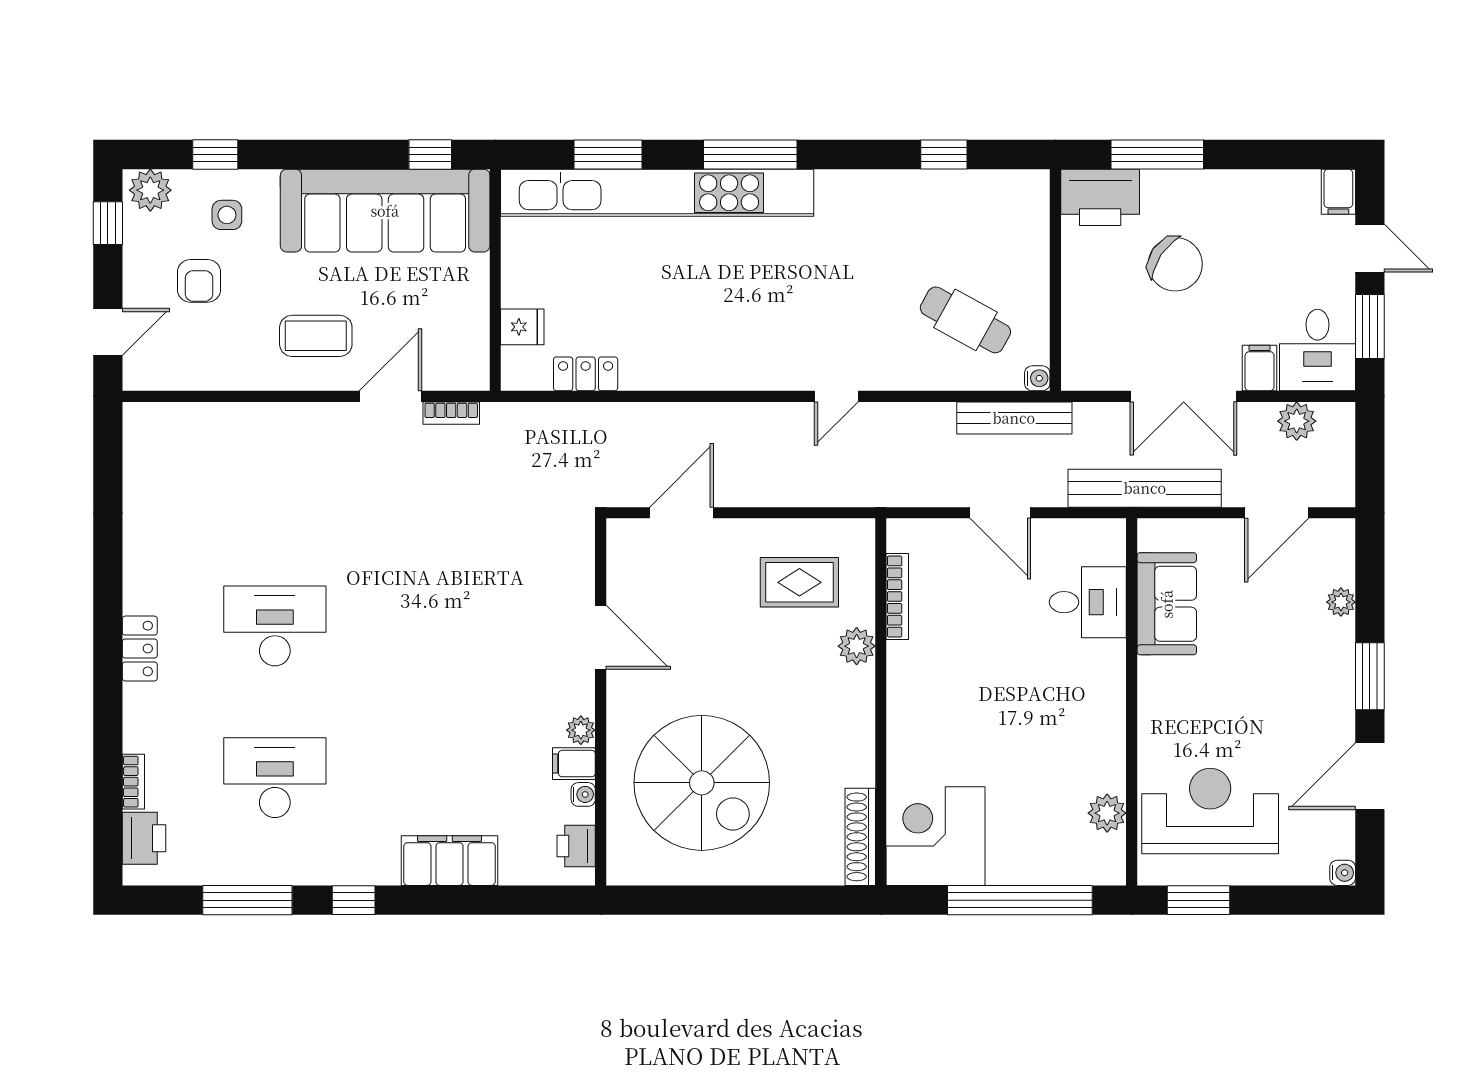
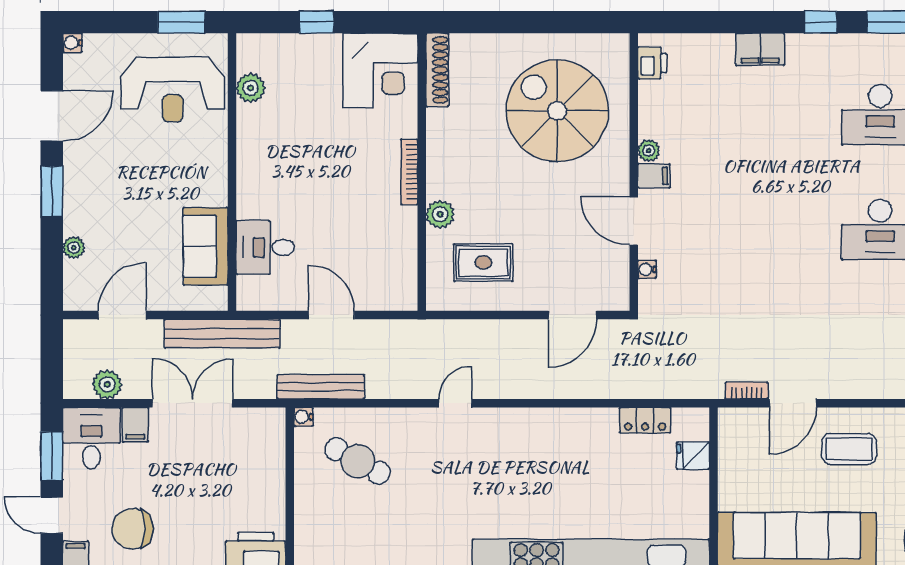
chair: (1175, 264) -> (132, 529), moved, turned -34
bookcase: (897, 597) -> (409, 172), moved
filing cabinet: (574, 764) -> (654, 176), moved
water cooler: (583, 794) -> (647, 269), moved
filing cabinet: (450, 861) -> (760, 49), width x0.67, depth x0.86
window: (1020, 900) -> (317, 22), width x0.32

